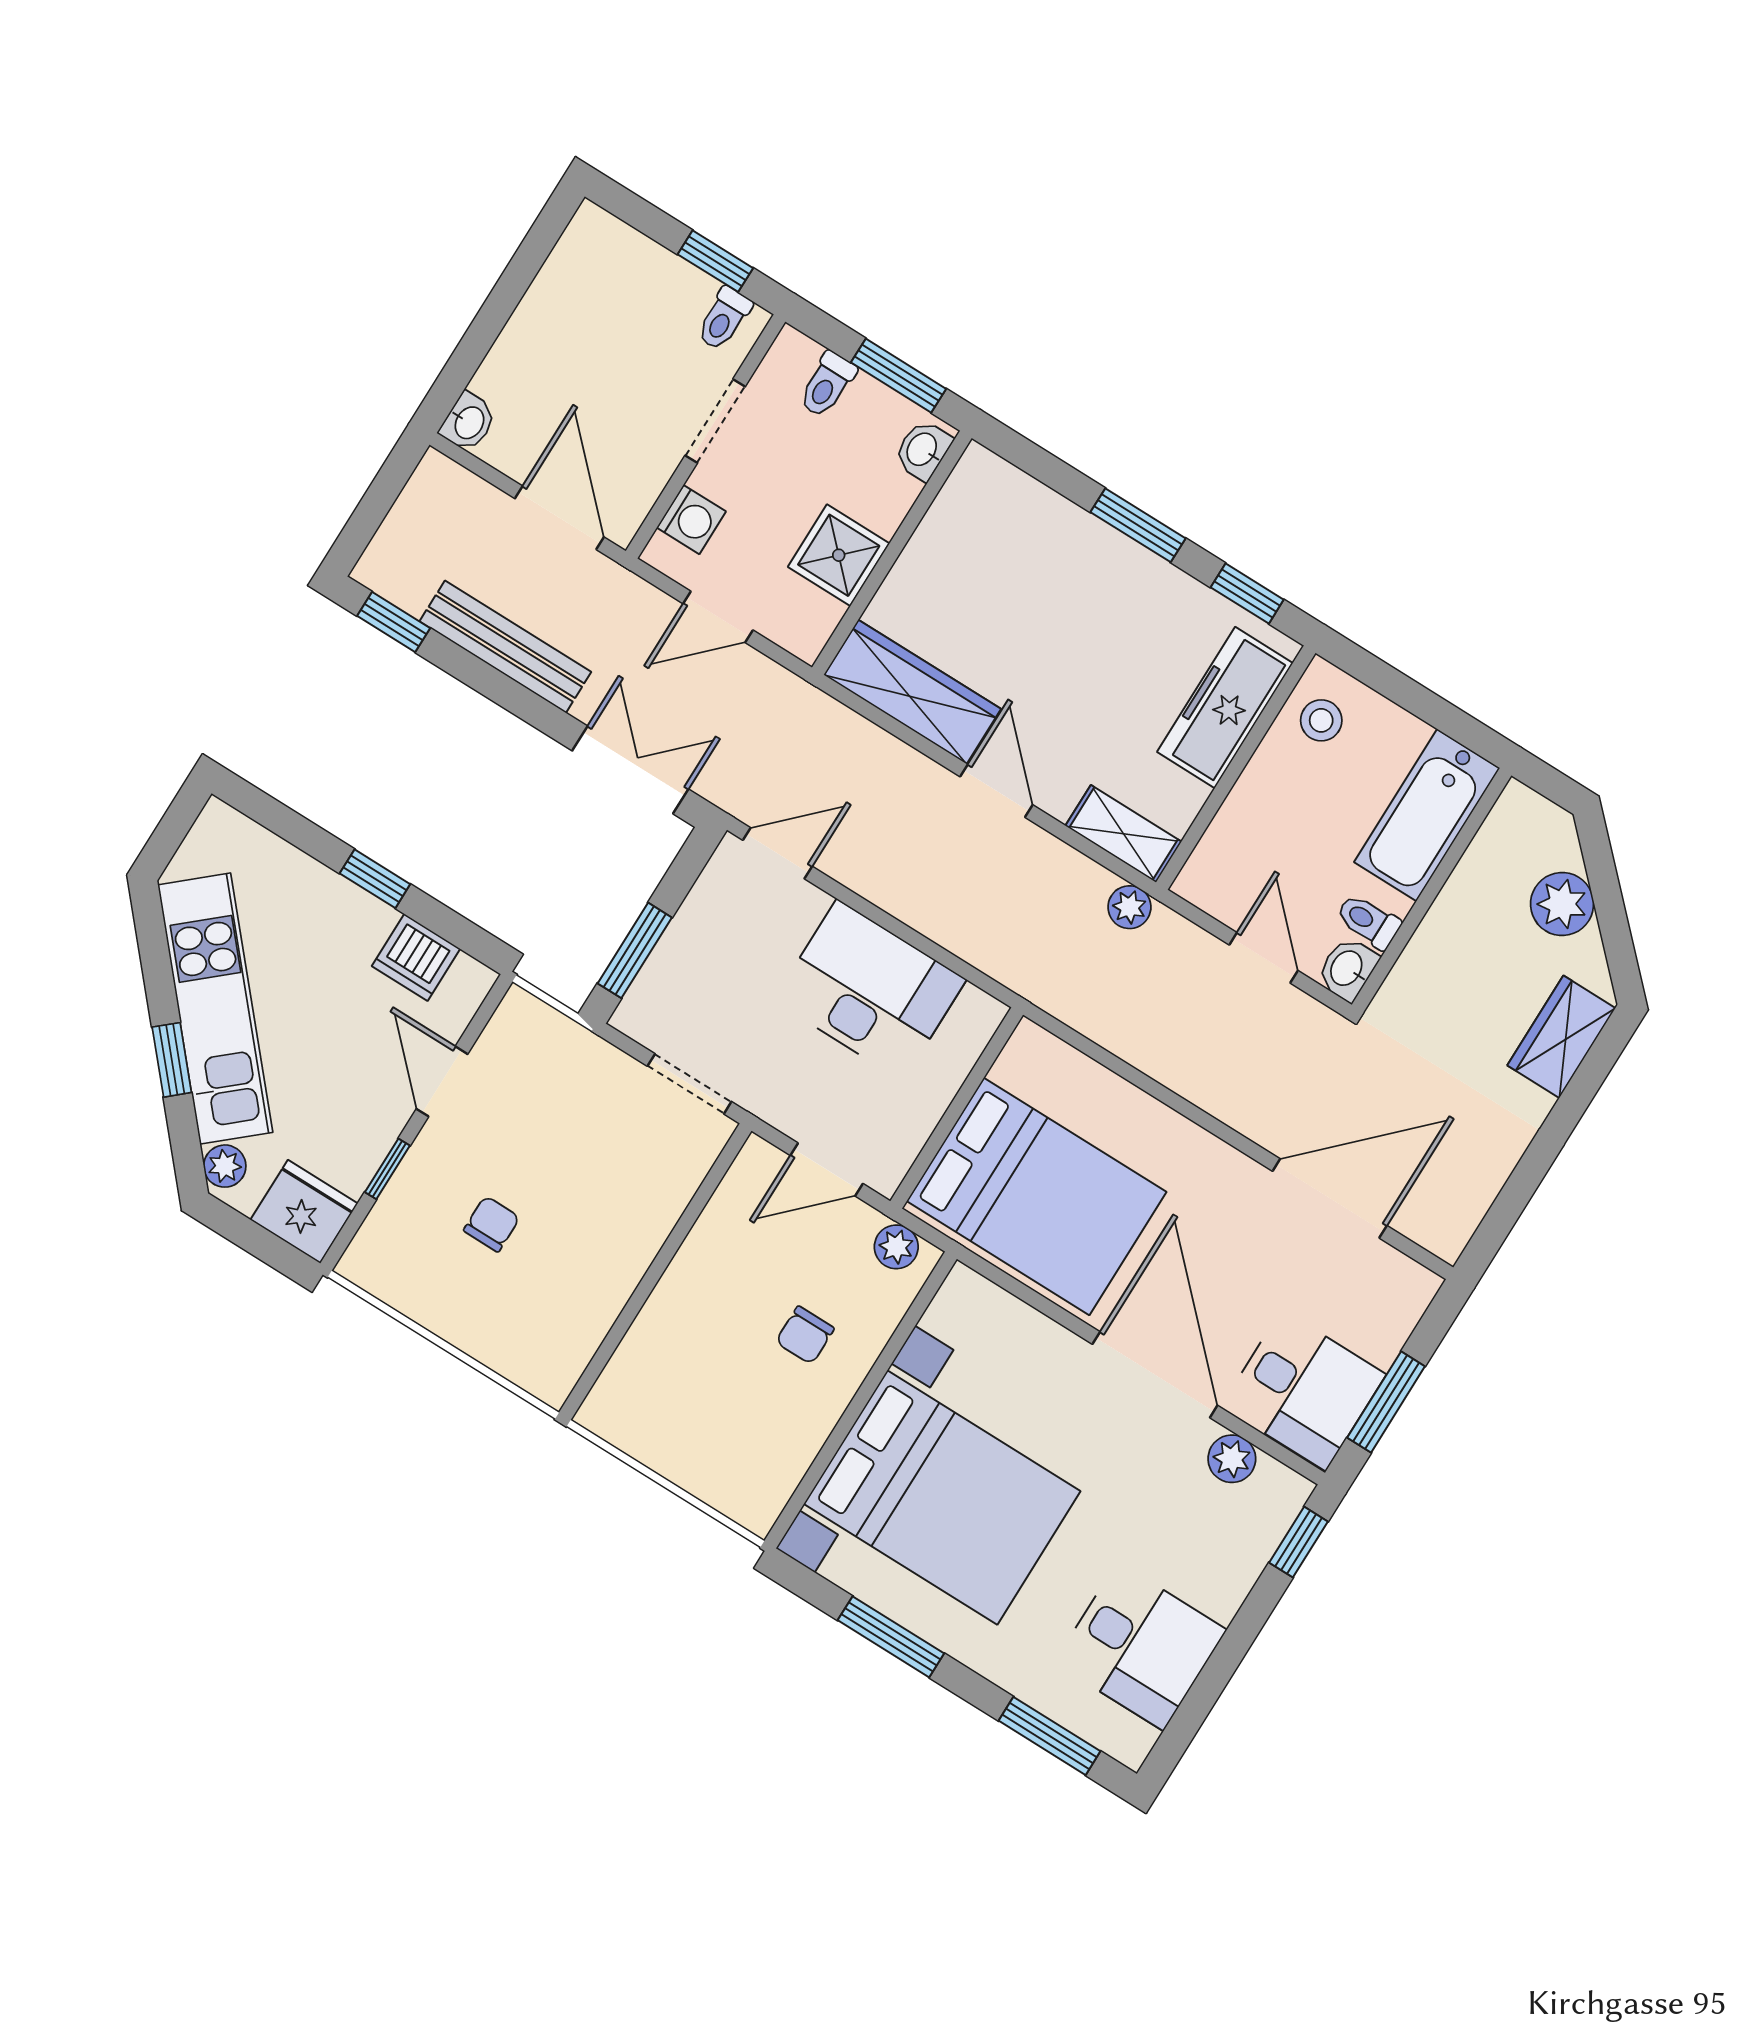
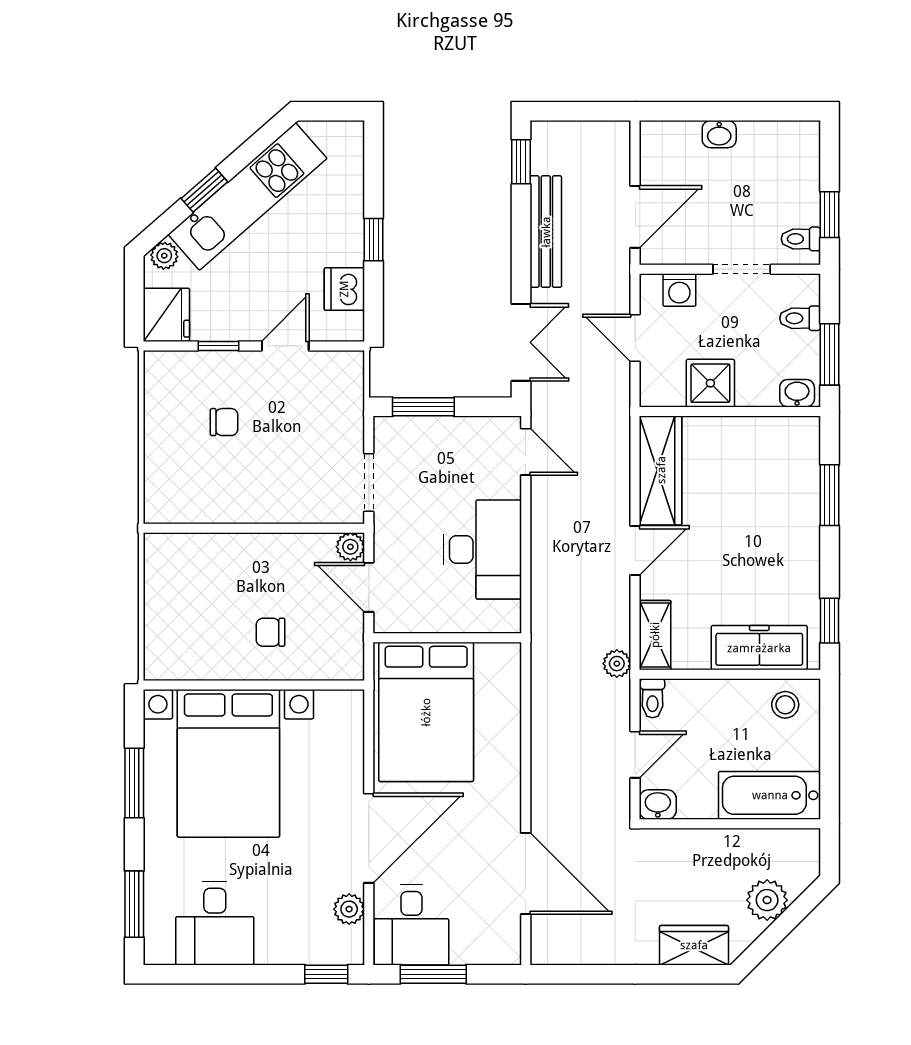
washbasin: (468, 422) -> (719, 134), moved
window: (1138, 525) -> (830, 495), moved
toilet: (1368, 921) -> (652, 698), moved, turned 180
plant: (896, 1247) -> (350, 547), moved

